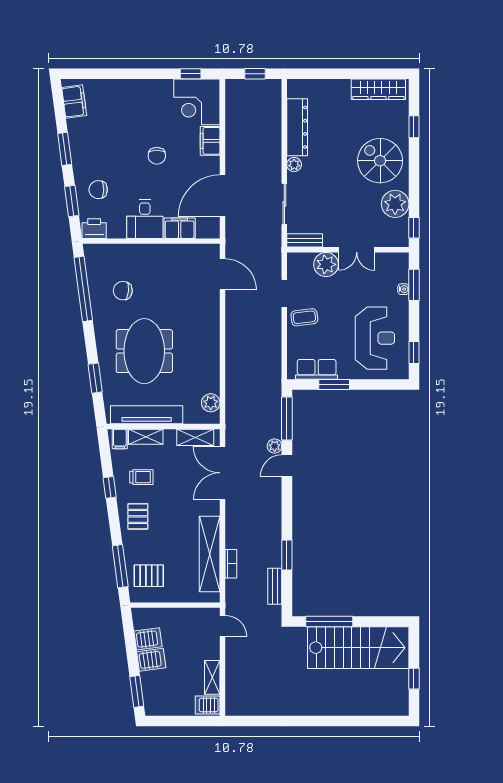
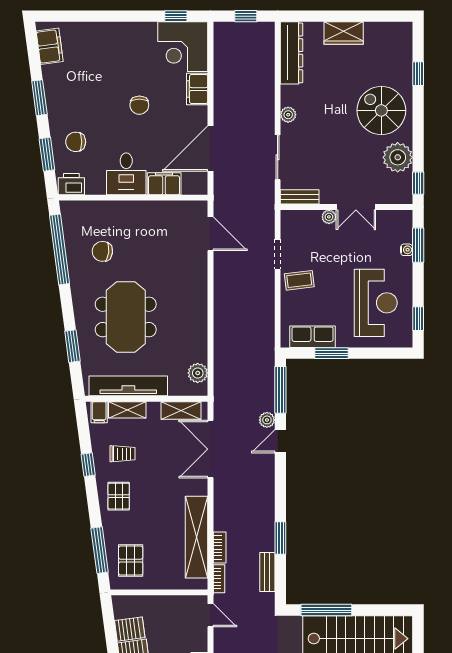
wardrobe: (378, 89) -> (344, 33), moved, width x0.67
dresser: (297, 127) -> (291, 53), moved
plant: (326, 264) -> (329, 217), width x0.53, depth x0.53
pallet: (149, 576) -> (131, 561), turned 90
bookcase: (230, 592) -> (219, 579), added

